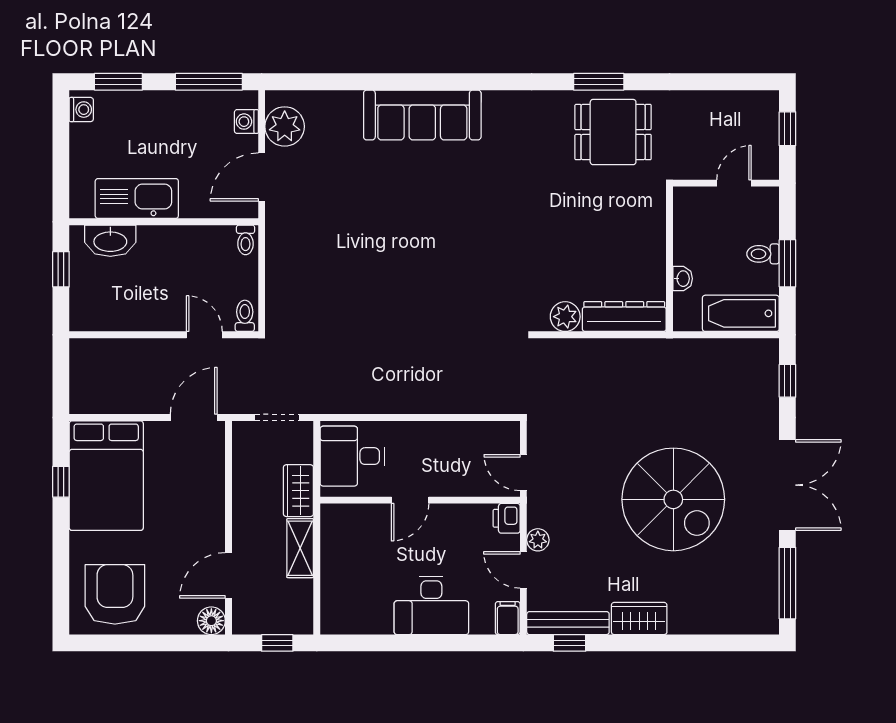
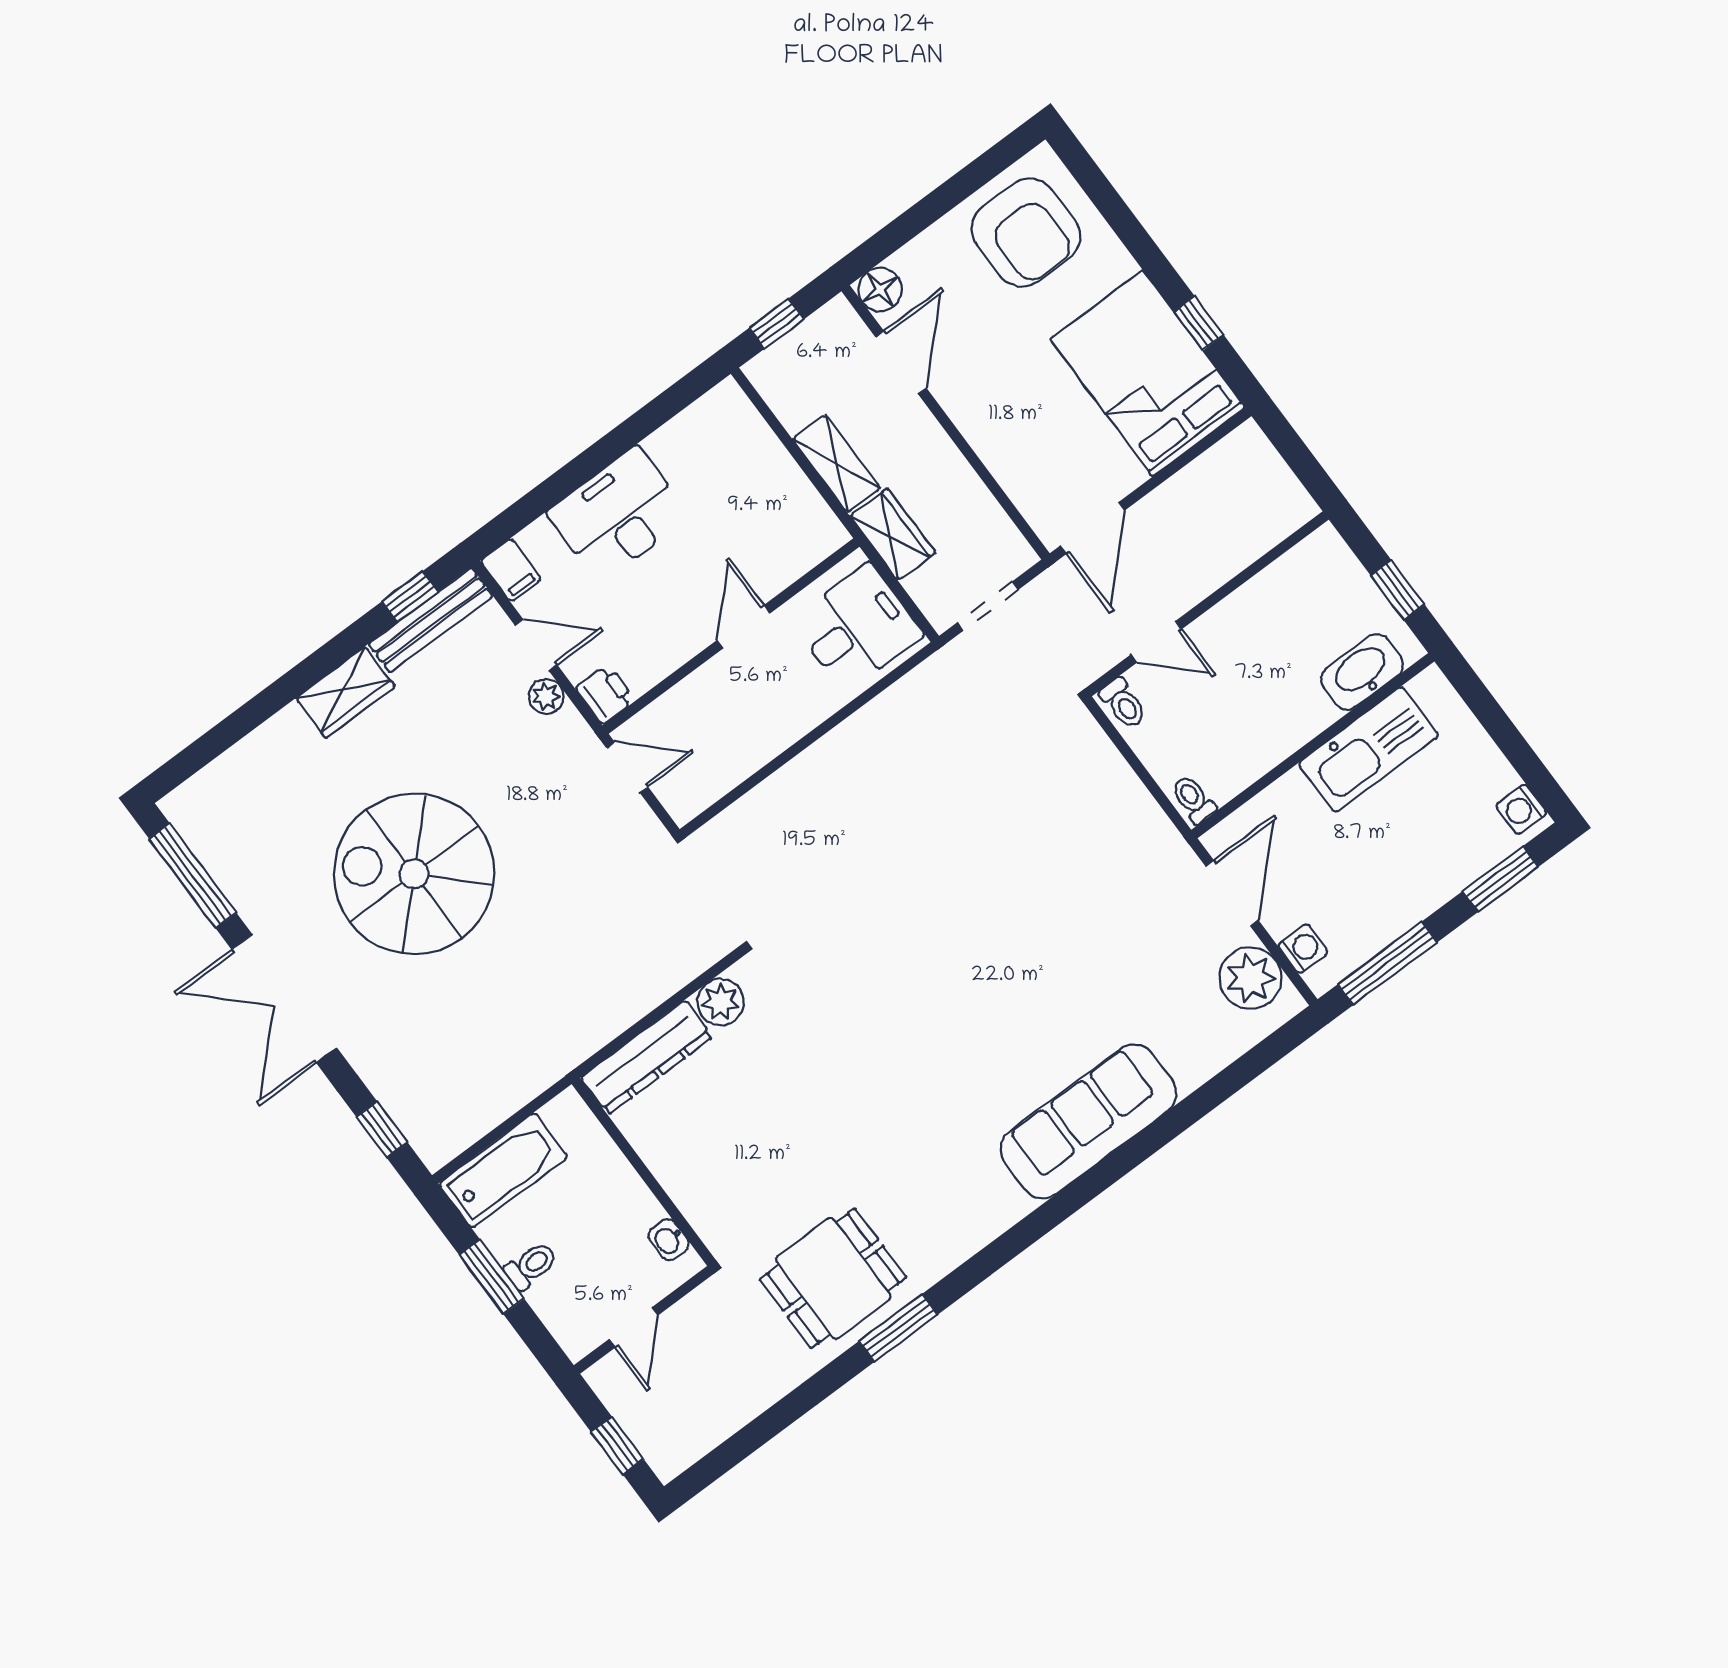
washbasin: (683, 279) -> (669, 1240), moved

